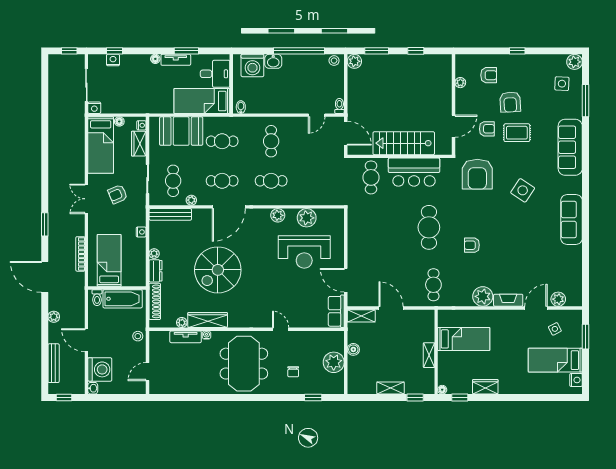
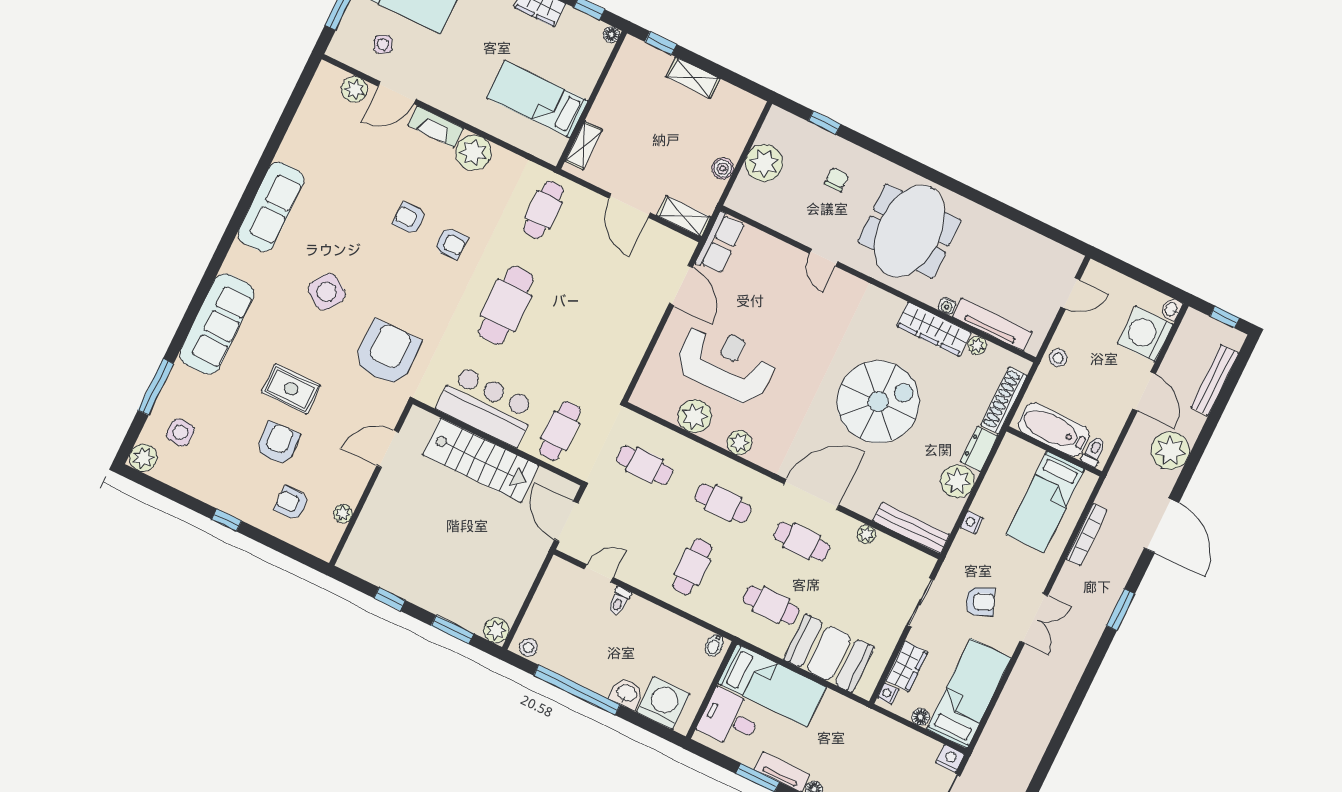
toilet: (339, 106) -> (619, 601), moved
armchair: (487, 129) -> (409, 218), moved
cafe table: (173, 181) -> (644, 465), moved, turned 90
plant: (154, 254) -> (957, 481), width x1.88, depth x1.88
plant: (54, 317) -> (1170, 451), width x1.88, depth x1.88
tv unit: (186, 337) -> (992, 324), width x1.41
shelving: (429, 355) -> (584, 145), moved

